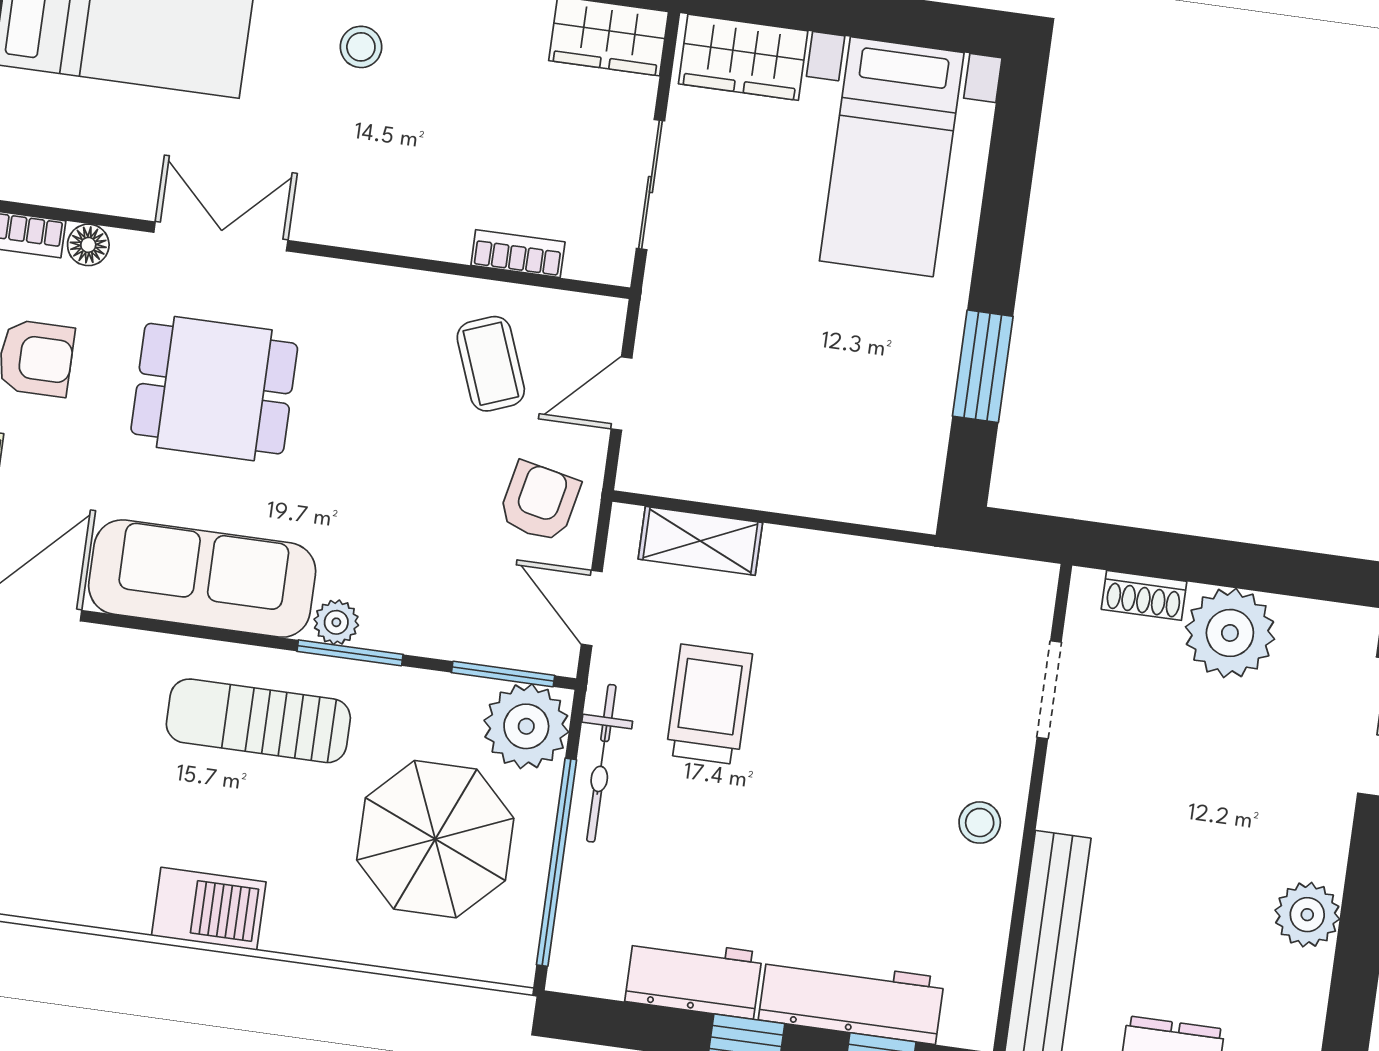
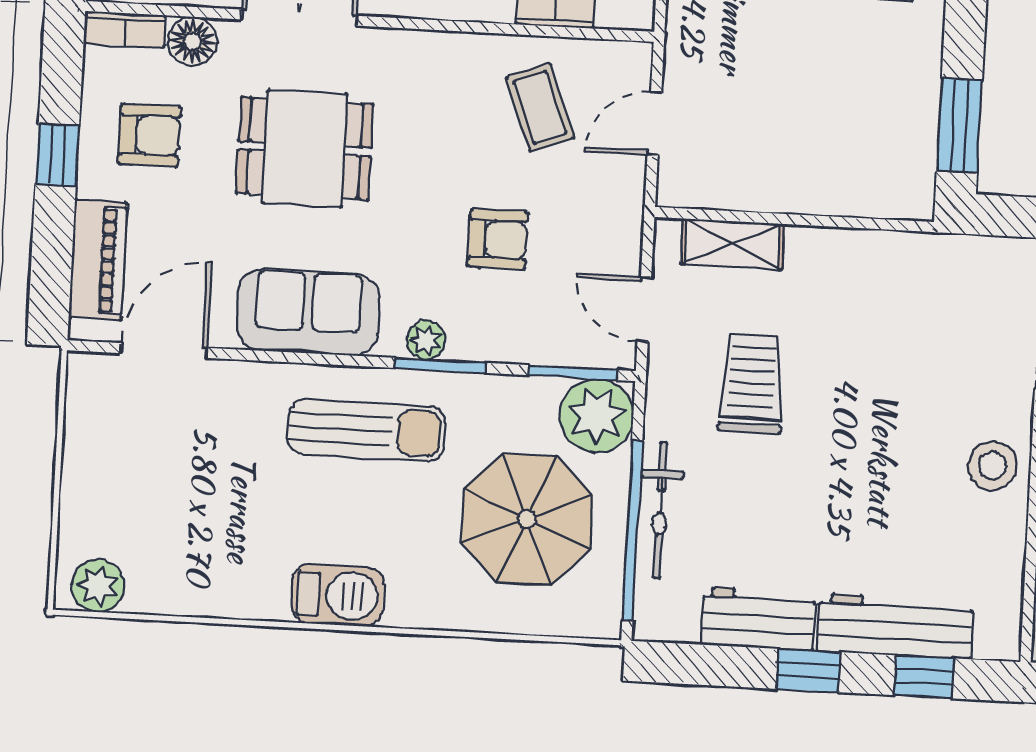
floor lamp: (88, 245) -> (193, 41), width x1.37, depth x1.37
window: (983, 366) -> (959, 126), moved
armchair: (539, 502) -> (498, 239), moved, turned 78
sofa: (202, 579) -> (308, 312), width x0.73
sun lounger: (258, 721) -> (366, 430), turned 180
bicycle: (601, 763) -> (660, 510), moved
stool: (980, 823) -> (992, 466), width x1.37, depth x1.37

